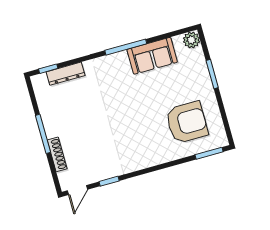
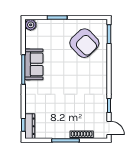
sofa: (152, 56) -> (34, 64), moved
dresser: (66, 74) -> (30, 126), moved
armchair: (187, 122) -> (84, 43), turned 136

